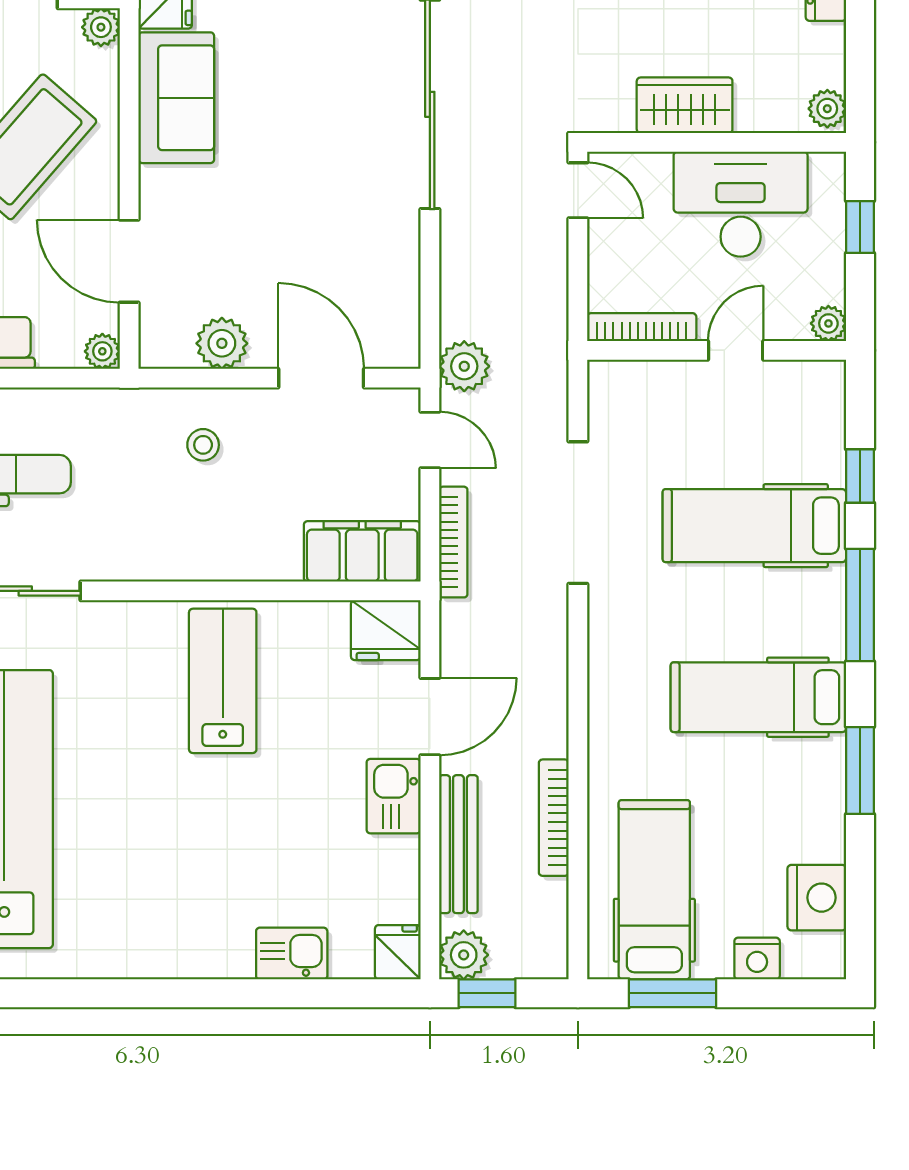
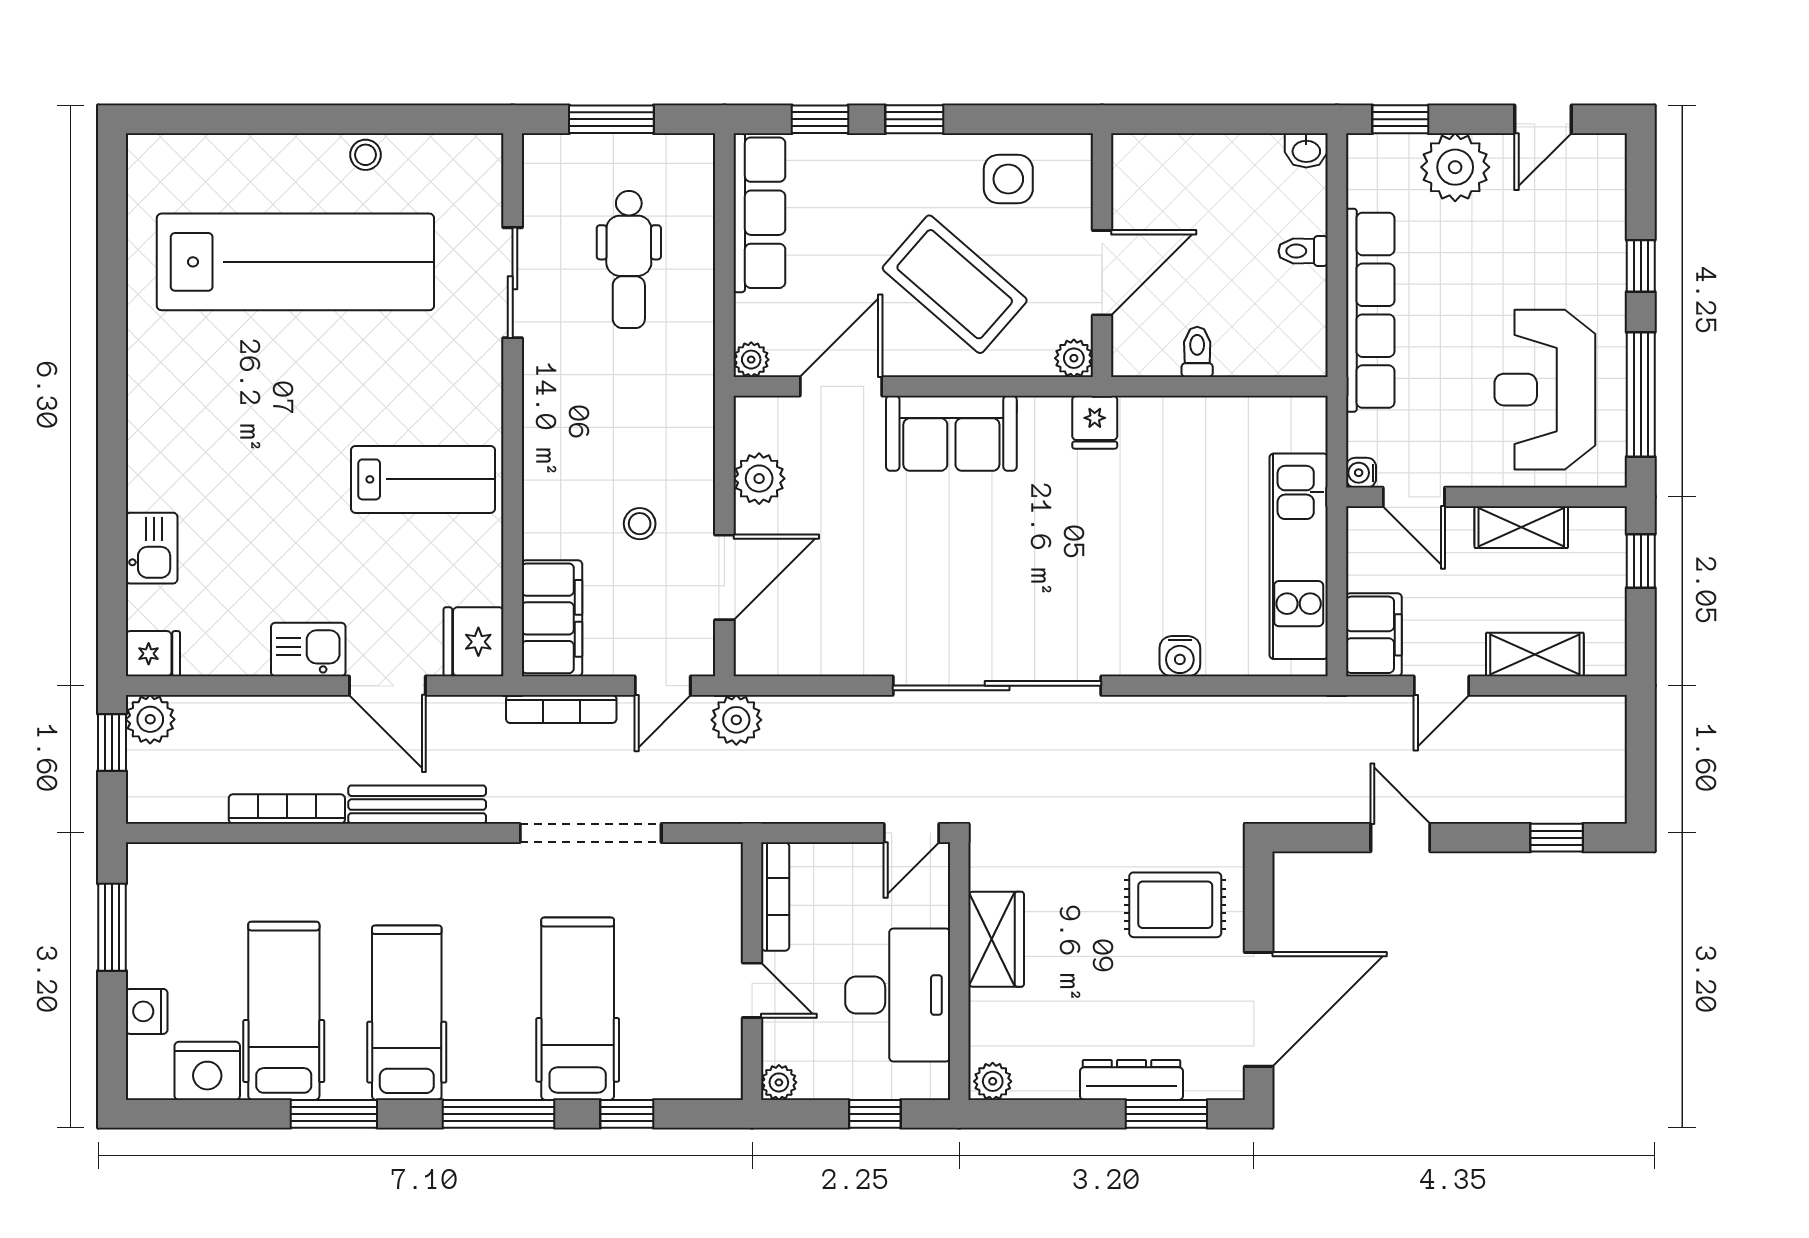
sofa: (176, 98) -> (951, 433), moved
stool: (203, 445) -> (640, 524), moved
bench: (458, 844) -> (417, 805), moved
hospital bed: (654, 890) -> (284, 1011), moved, turned -90

